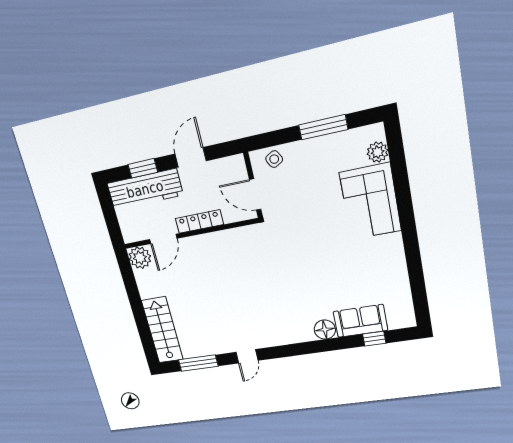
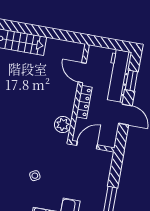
side table: (274, 159) -> (35, 176), moved
plant: (140, 258) -> (63, 125), moved

